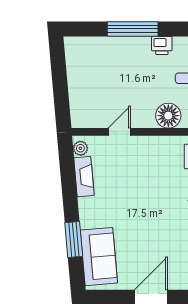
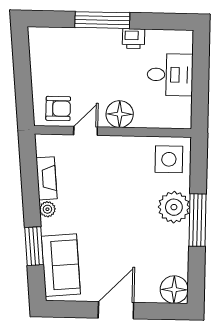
armchair: (93, 112) -> (58, 108), added
floor lamp: (168, 116) -> (120, 114), moved
plant: (80, 148) -> (47, 209), moved

